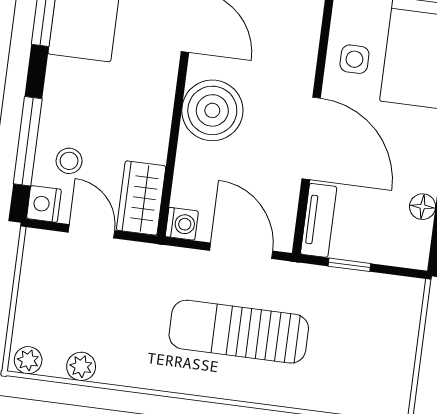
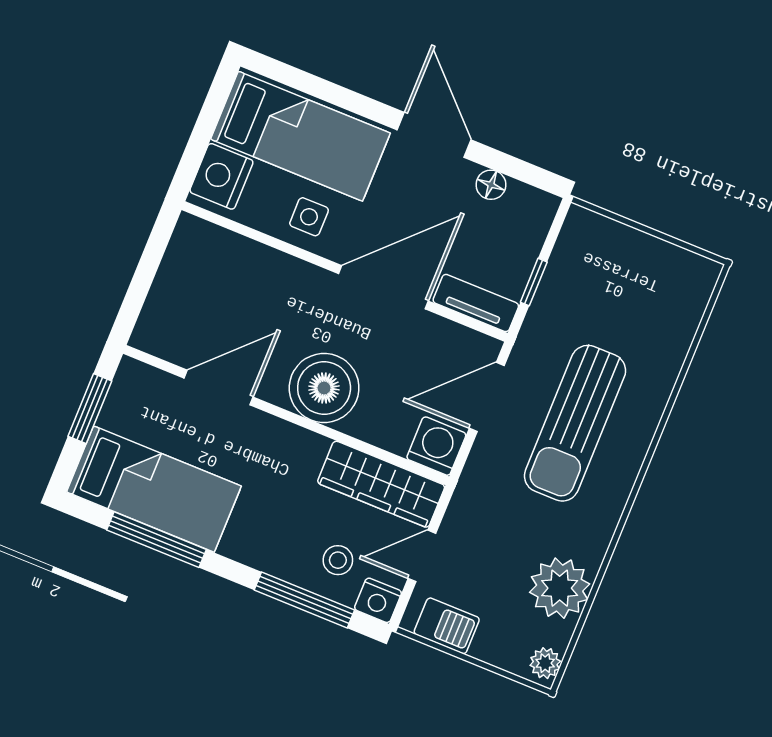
wardrobe: (141, 198) -> (381, 484), width x1.50
washing machine: (182, 224) -> (436, 446), width x1.38, depth x1.38
barbecue: (38, 268) -> (447, 626), added
plant: (81, 366) -> (560, 588), width x1.87, depth x1.87

